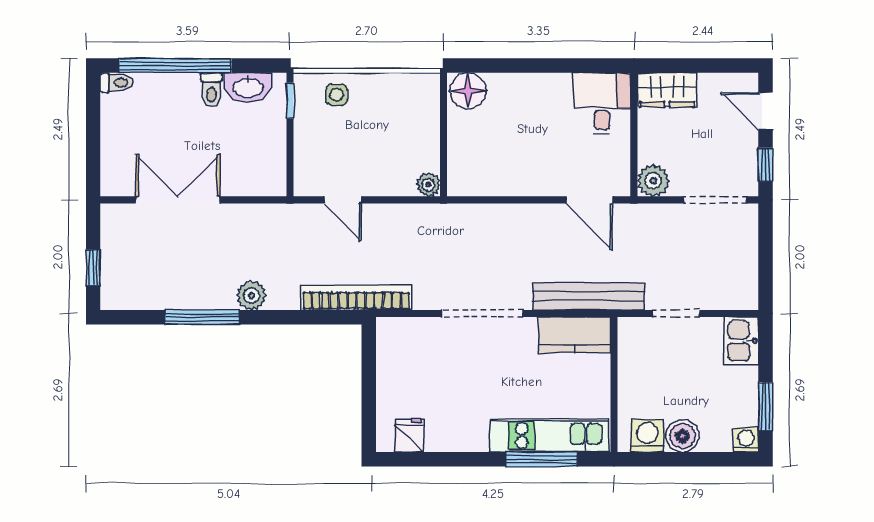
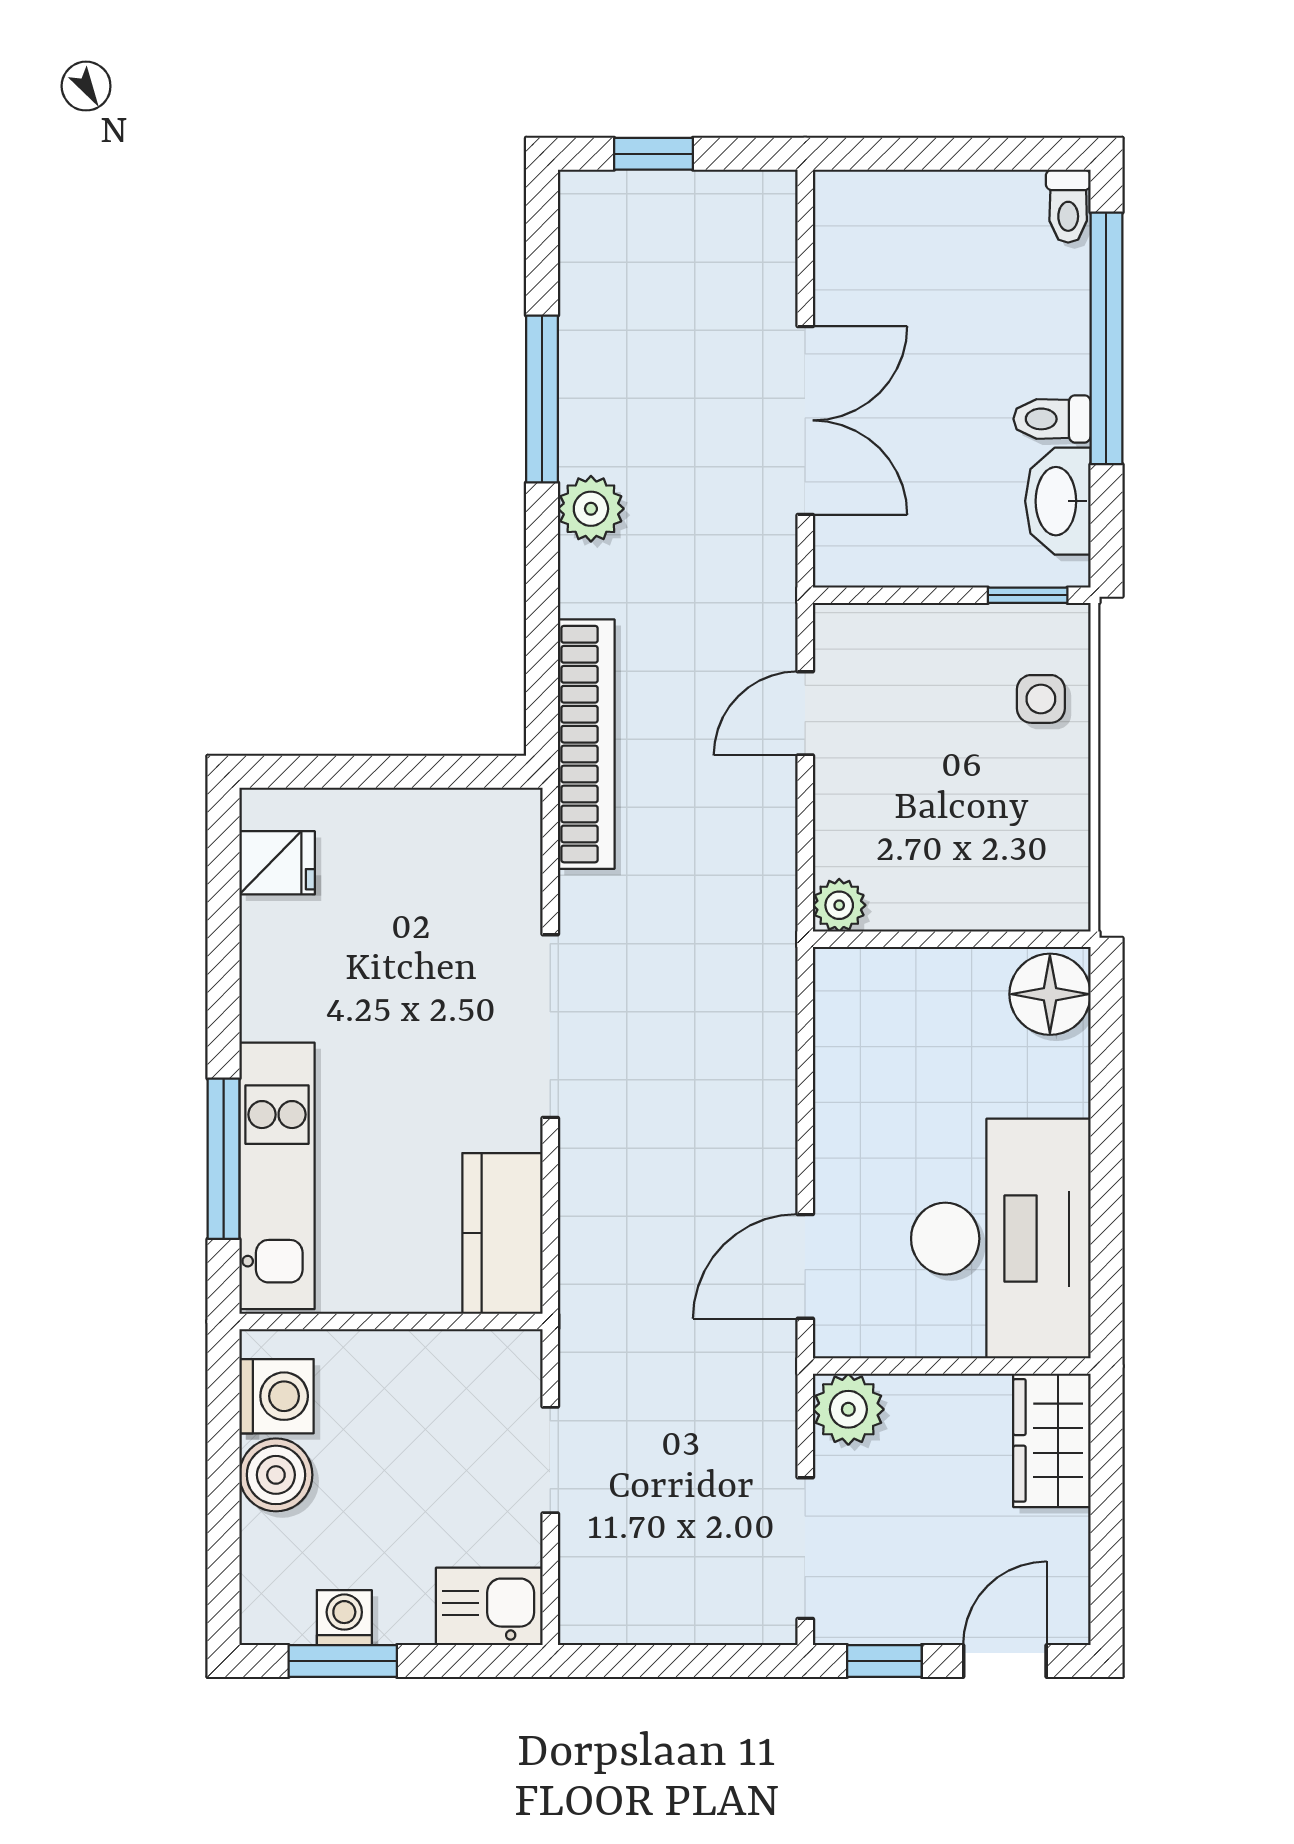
desk: (602, 103) -> (1001, 1239), width x1.87, depth x1.30
double door: (178, 200) -> (805, 420), moved
bench: (588, 296) -> (589, 1264), removed
washing machine: (746, 440) -> (344, 1618), moved, turned -90

